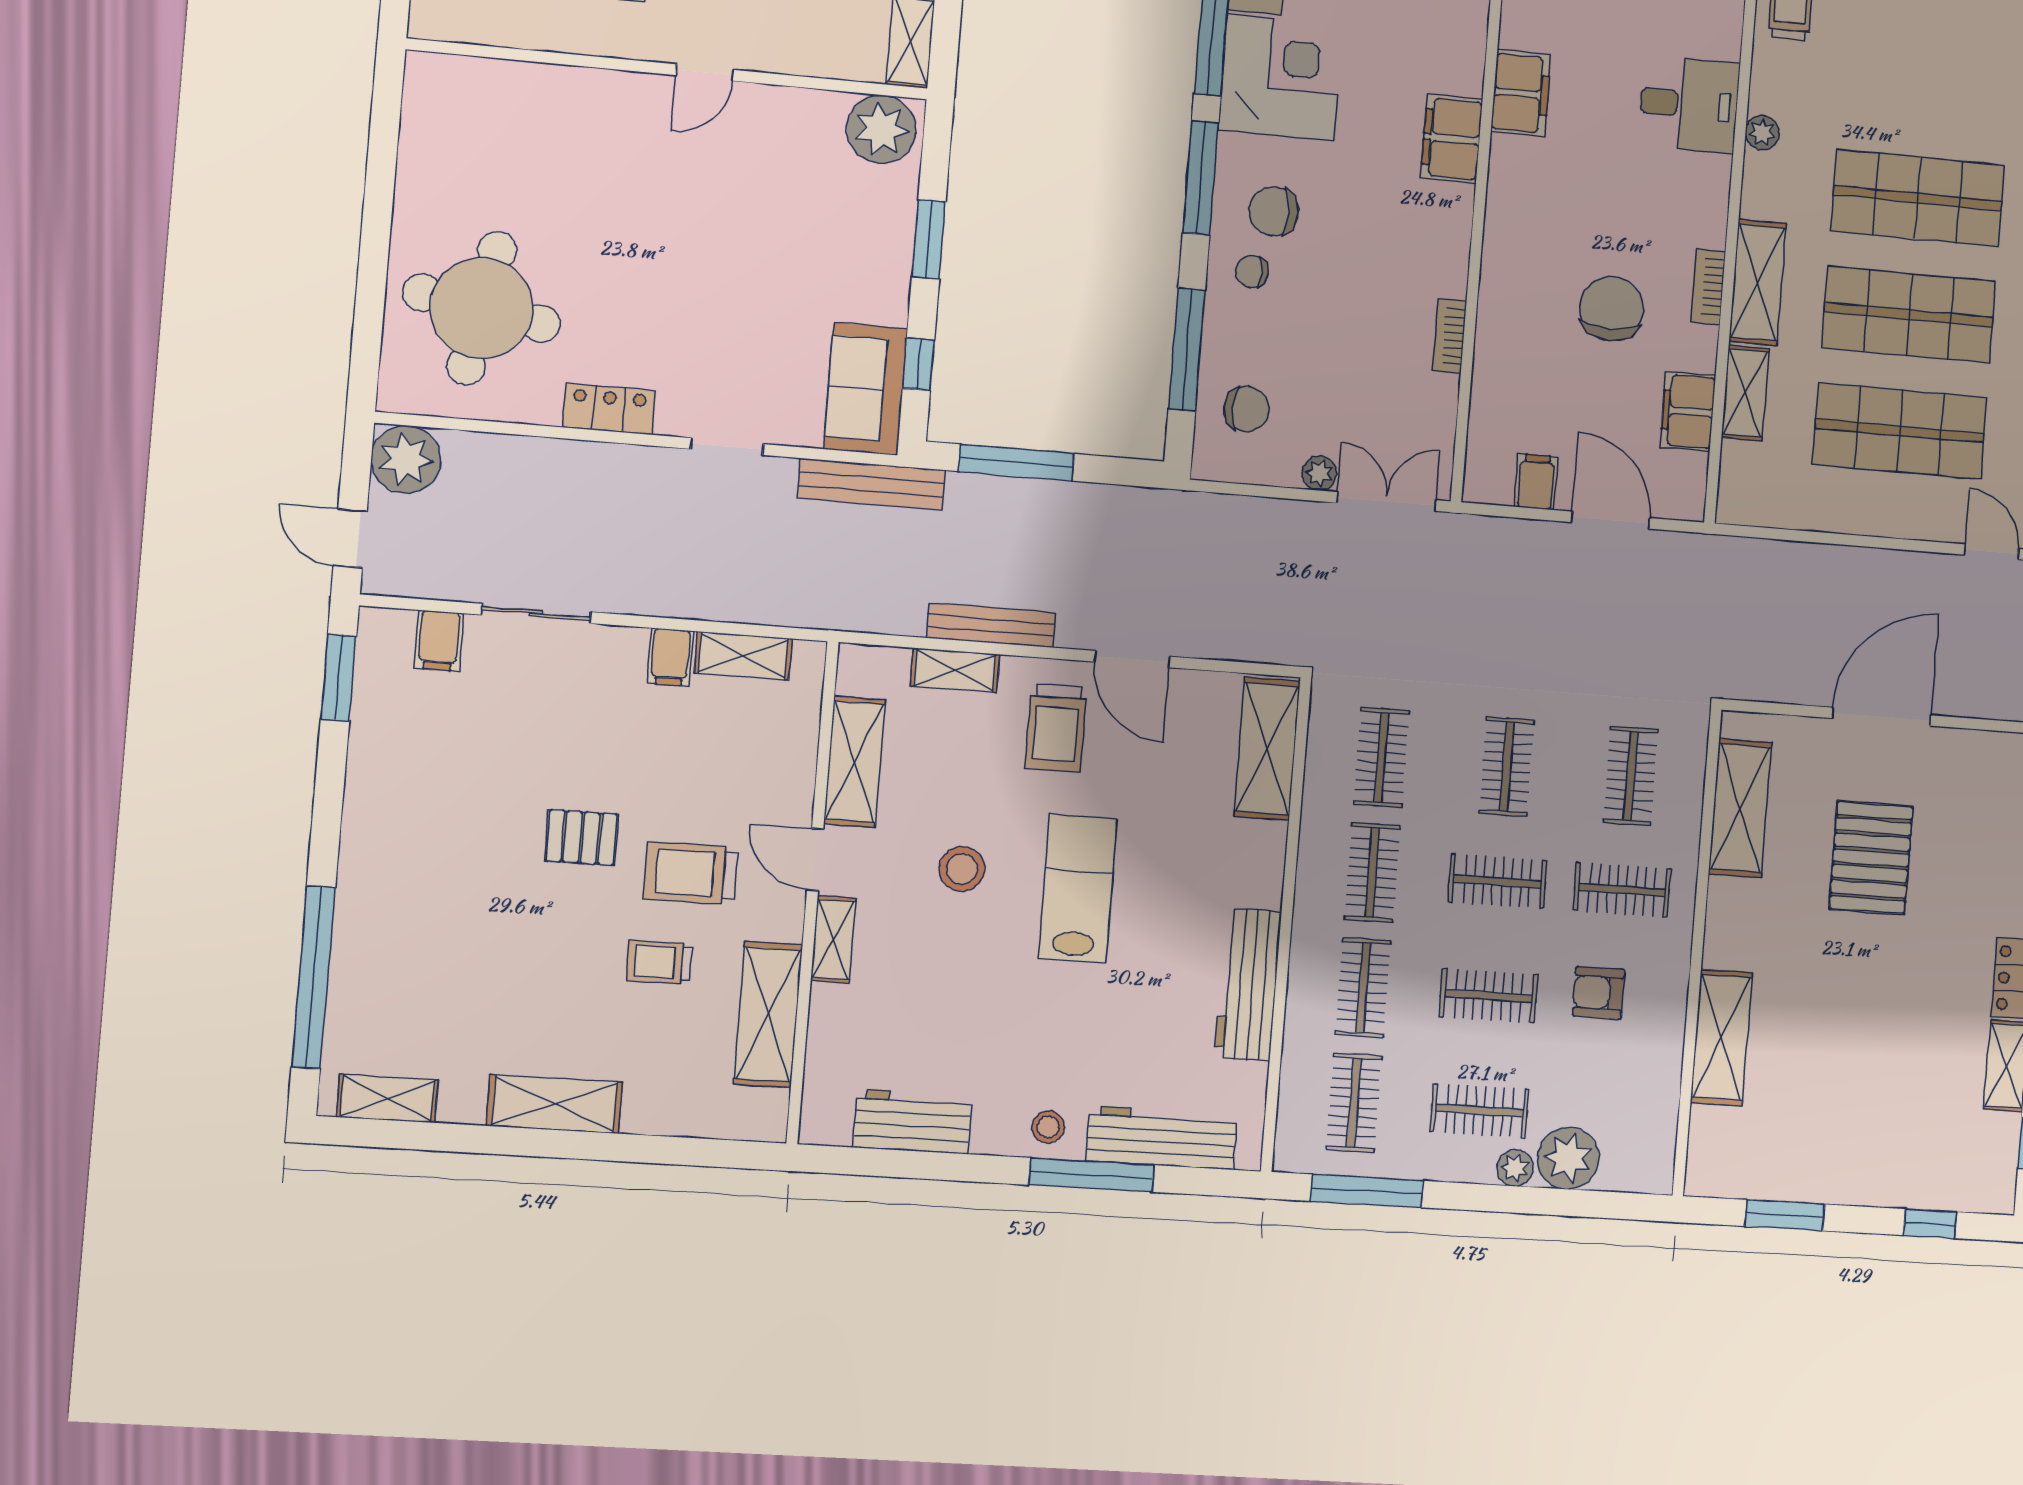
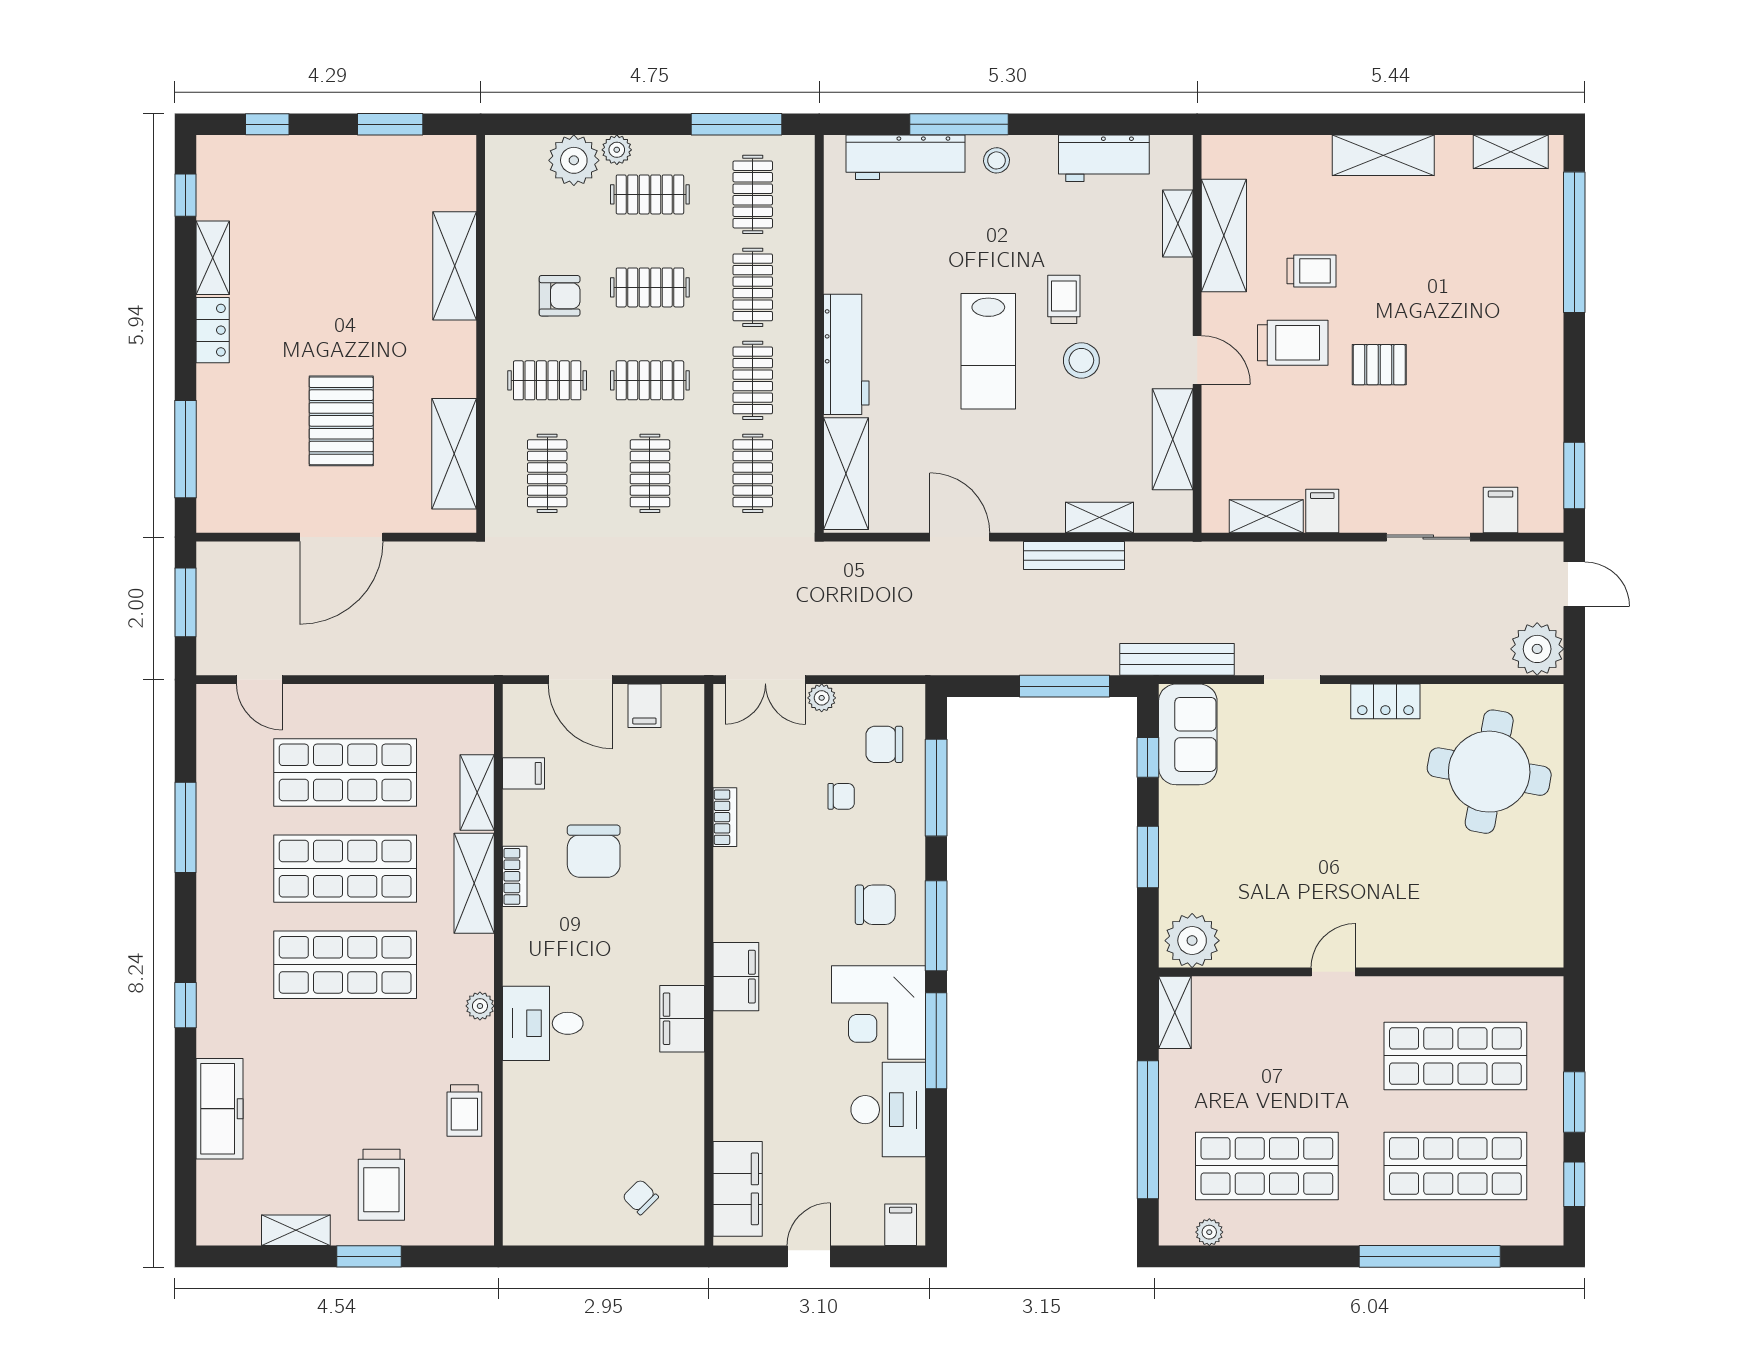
chair: (1252, 272) -> (841, 796), moved
filing cabinet: (1688, 411) -> (524, 773), width x0.50
trolley: (1056, 728) -> (1064, 299), moved, width x0.73, depth x0.72
shelving: (833, 939) -> (1178, 224), moved
workbench: (1248, 985) -> (846, 354), moved

